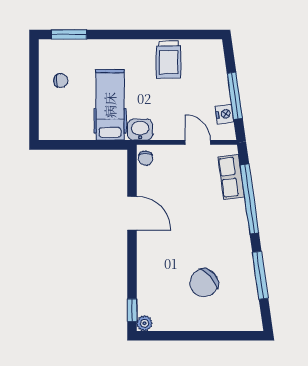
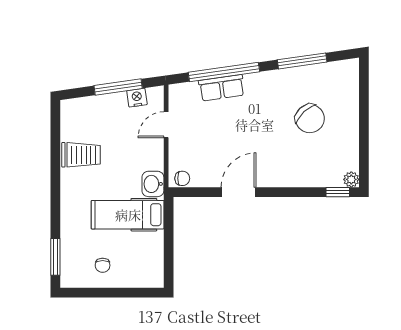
chair: (61, 80) -> (103, 265), turned 180
row of seats: (231, 177) -> (222, 88), moved

